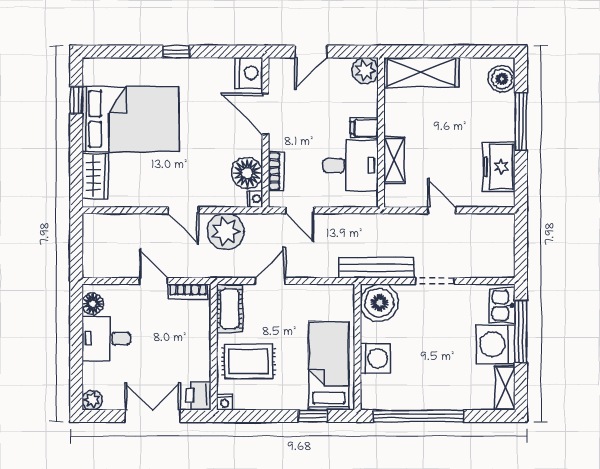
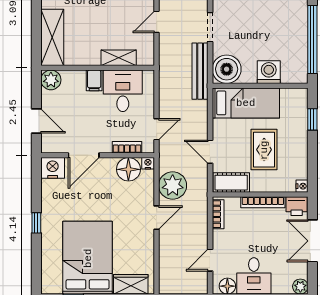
door: (153, 281) -> (210, 260), moved
bookcase: (203, 351) -> (263, 202), added
rug: (249, 361) -> (264, 150), moved
bed: (329, 366) -> (246, 103), moved, turned 180

